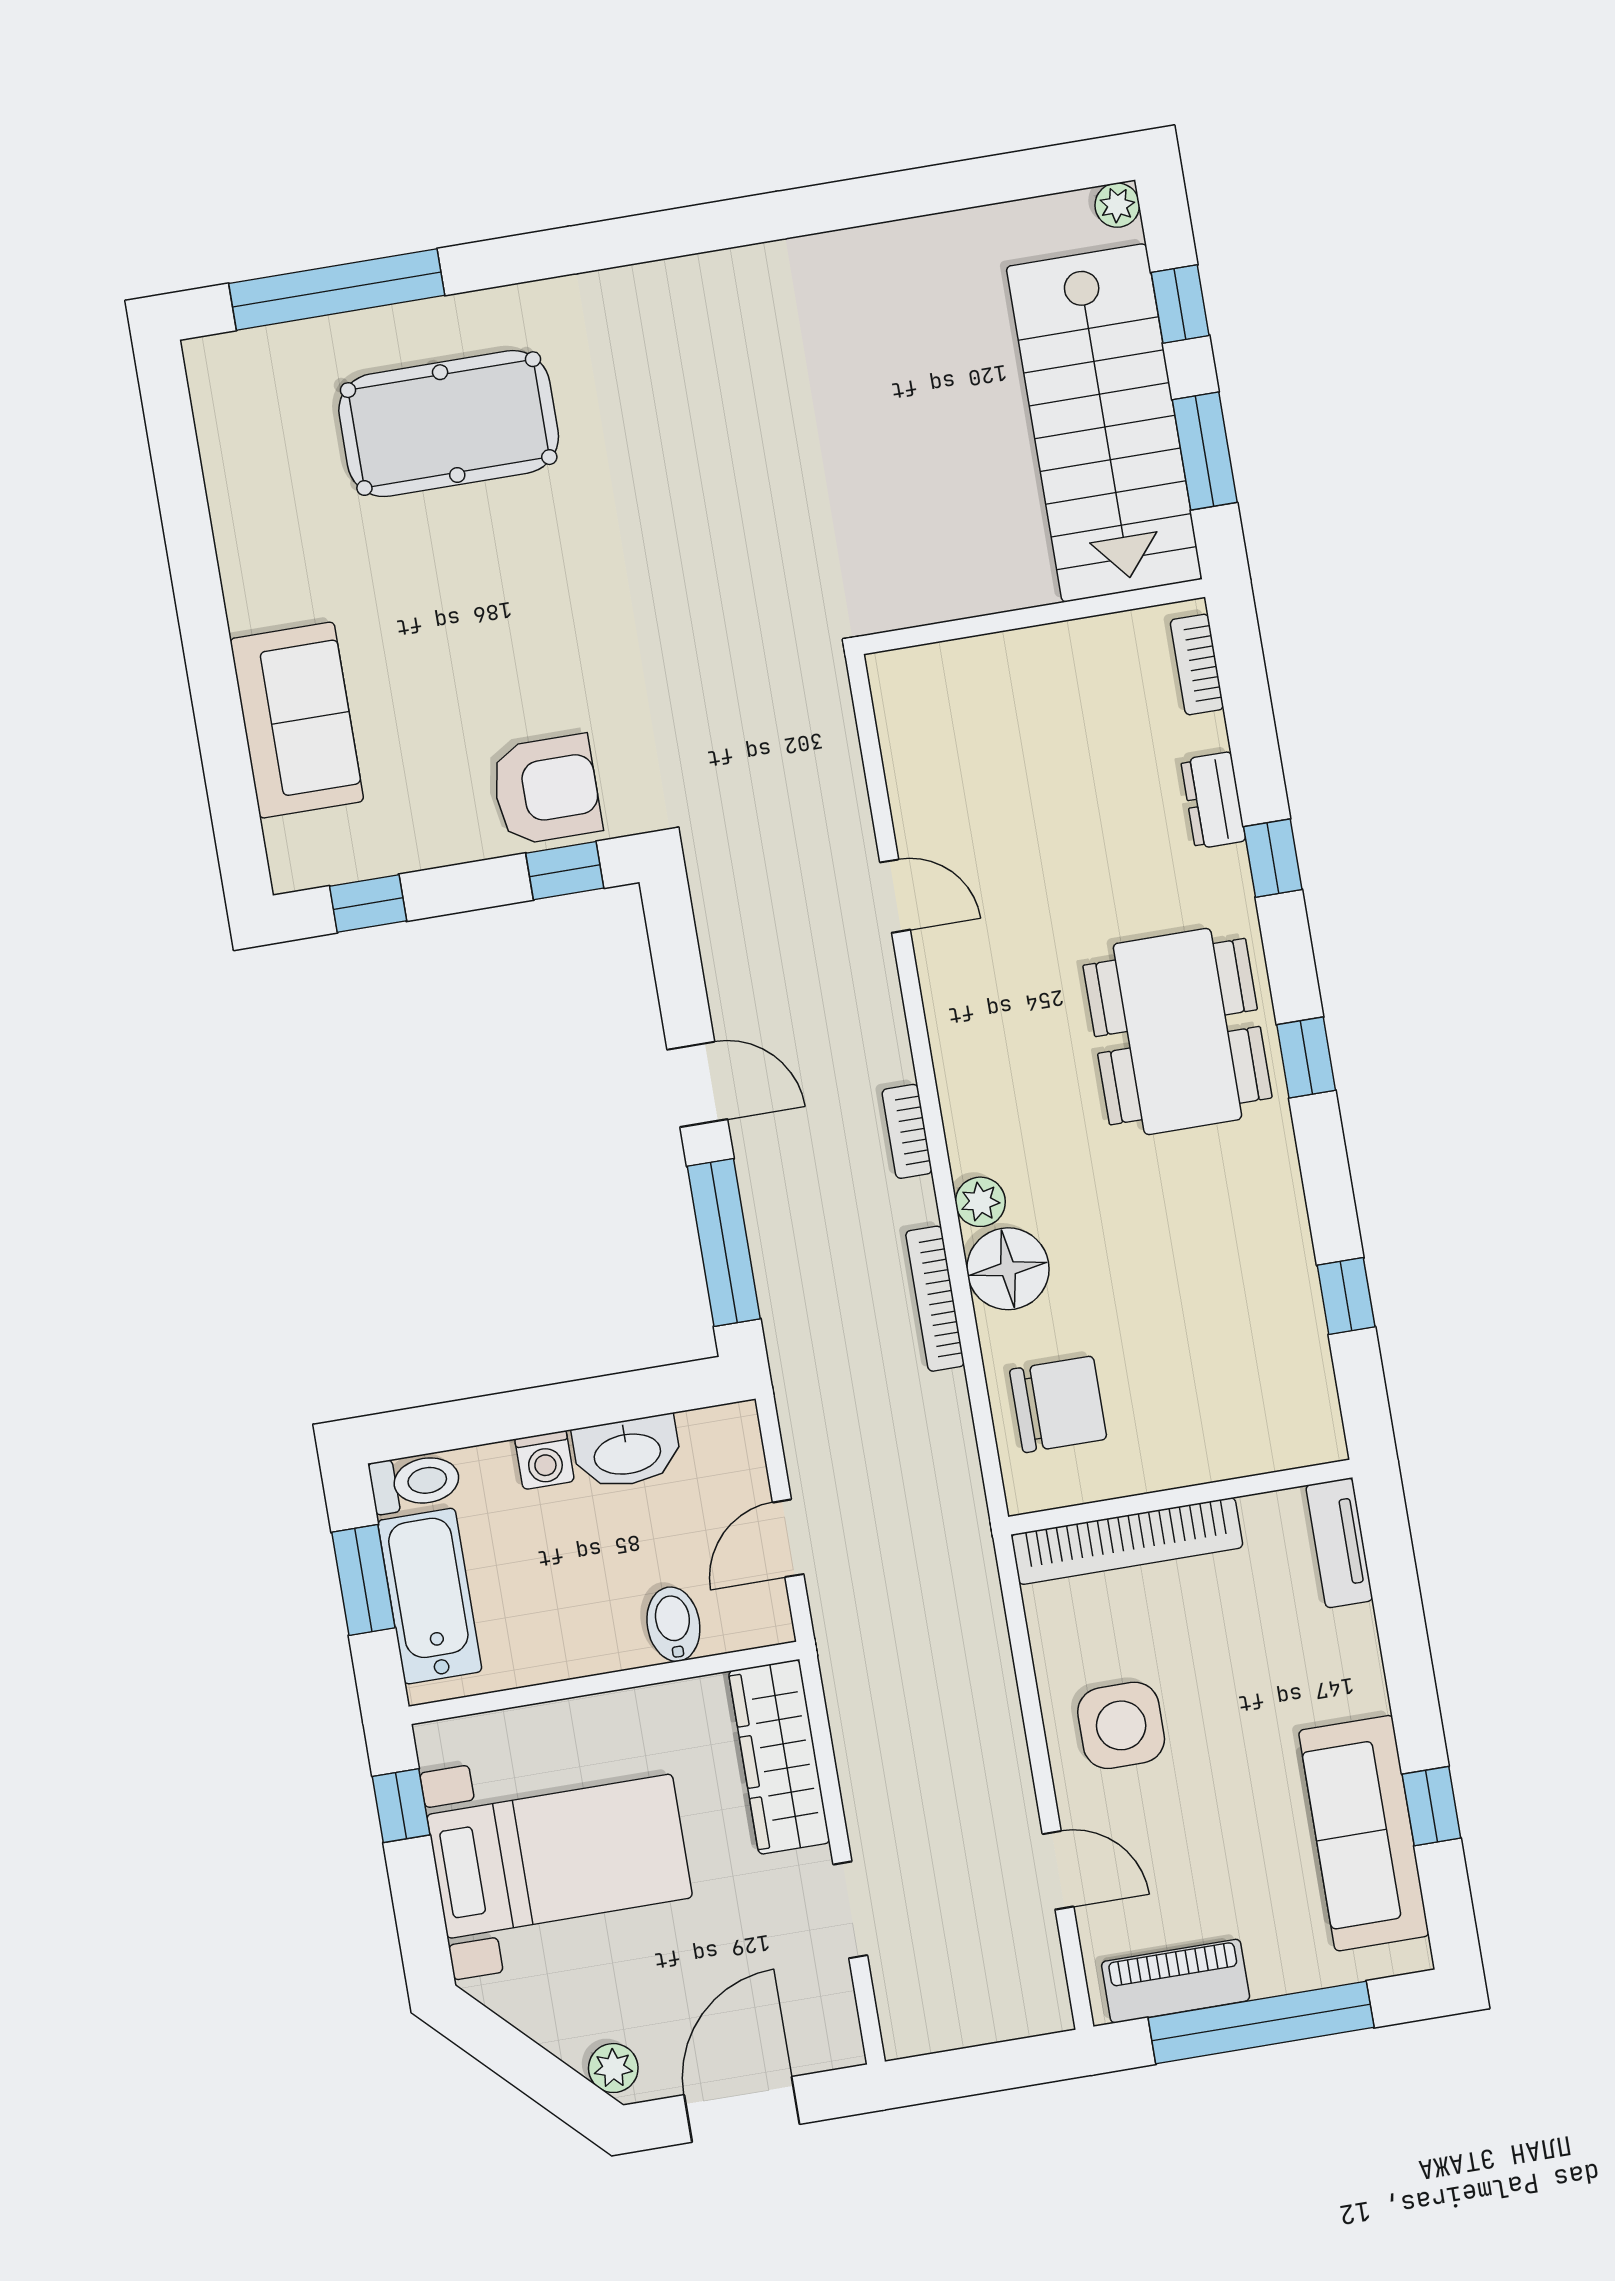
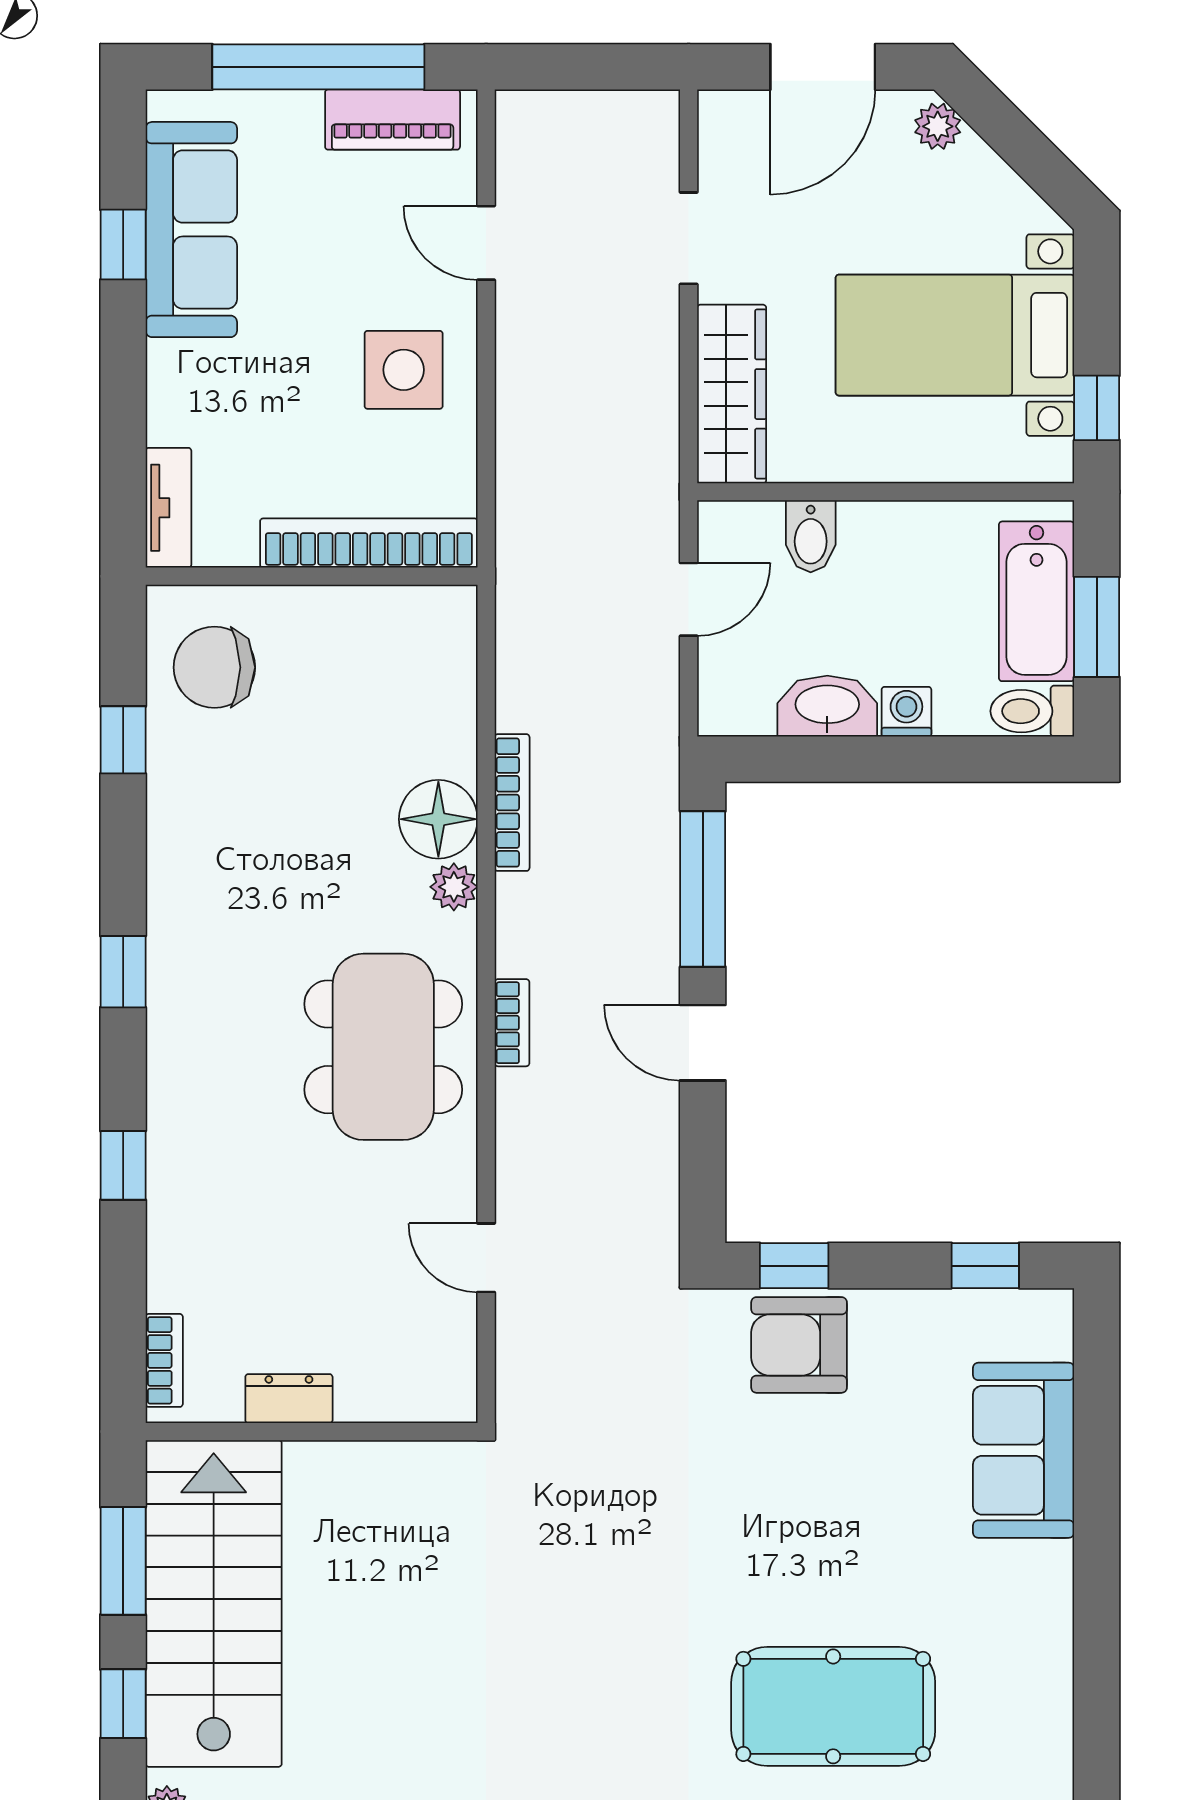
dresser: (1213, 800) -> (289, 1399), moved, turned -90
door: (895, 896) -> (486, 1258), moved
dining table: (1177, 1032) -> (383, 1047), moved
bookcase: (907, 1131) -> (512, 1023), moved
chair: (1058, 1404) -> (214, 667), moved

